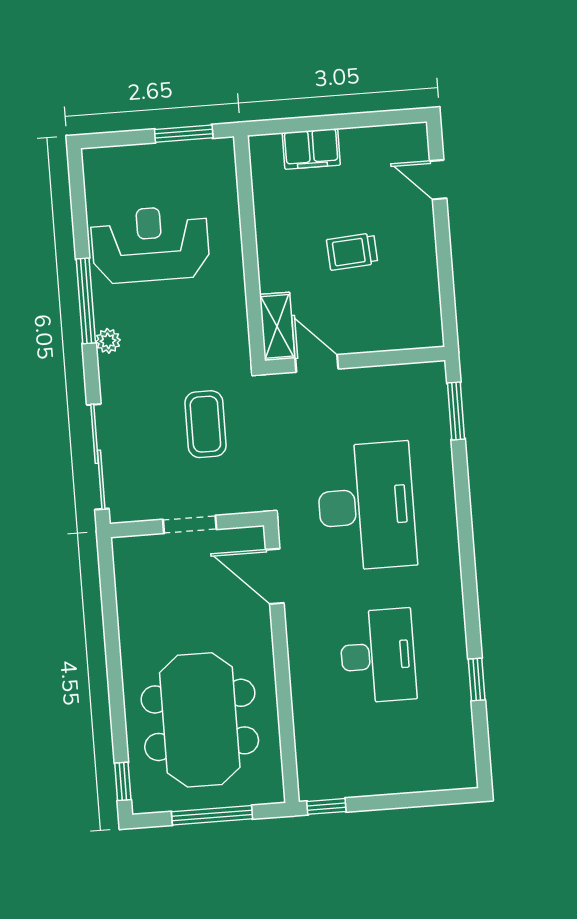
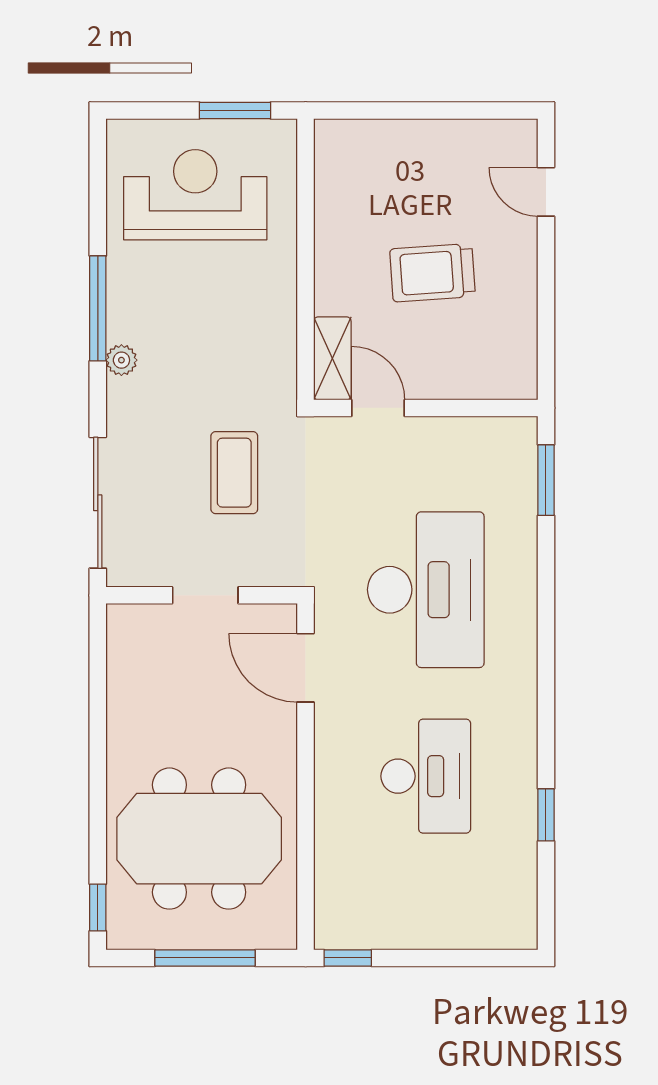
filing cabinet: (311, 149) -> (392, 142), removed
reception desk: (150, 244) -> (195, 195), moved
trolley: (352, 252) -> (432, 273), width x1.36, depth x1.39
meeting table: (200, 720) -> (199, 839), turned 90

